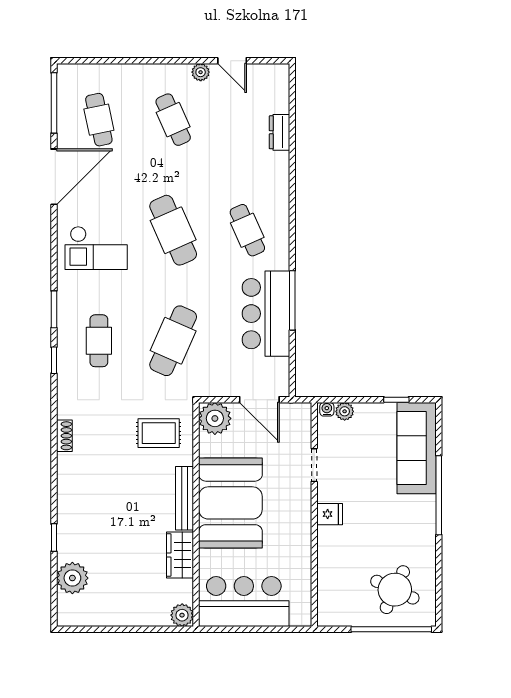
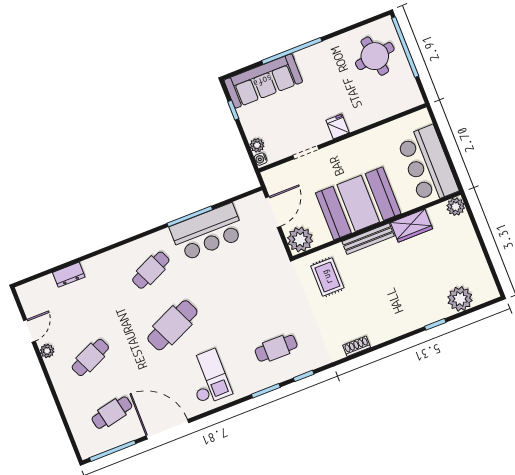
cafe table: (173, 341) -> (254, 293), removed
round table: (395, 590) -> (375, 56), turned -34

